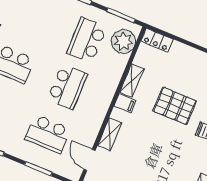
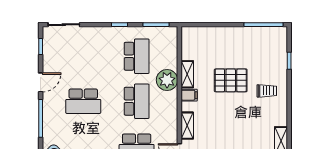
school desk: (87, 40) -> (137, 56), turned 180
locker: (157, 40) -> (194, 33), removed
plant: (123, 41) -> (167, 80), moved

